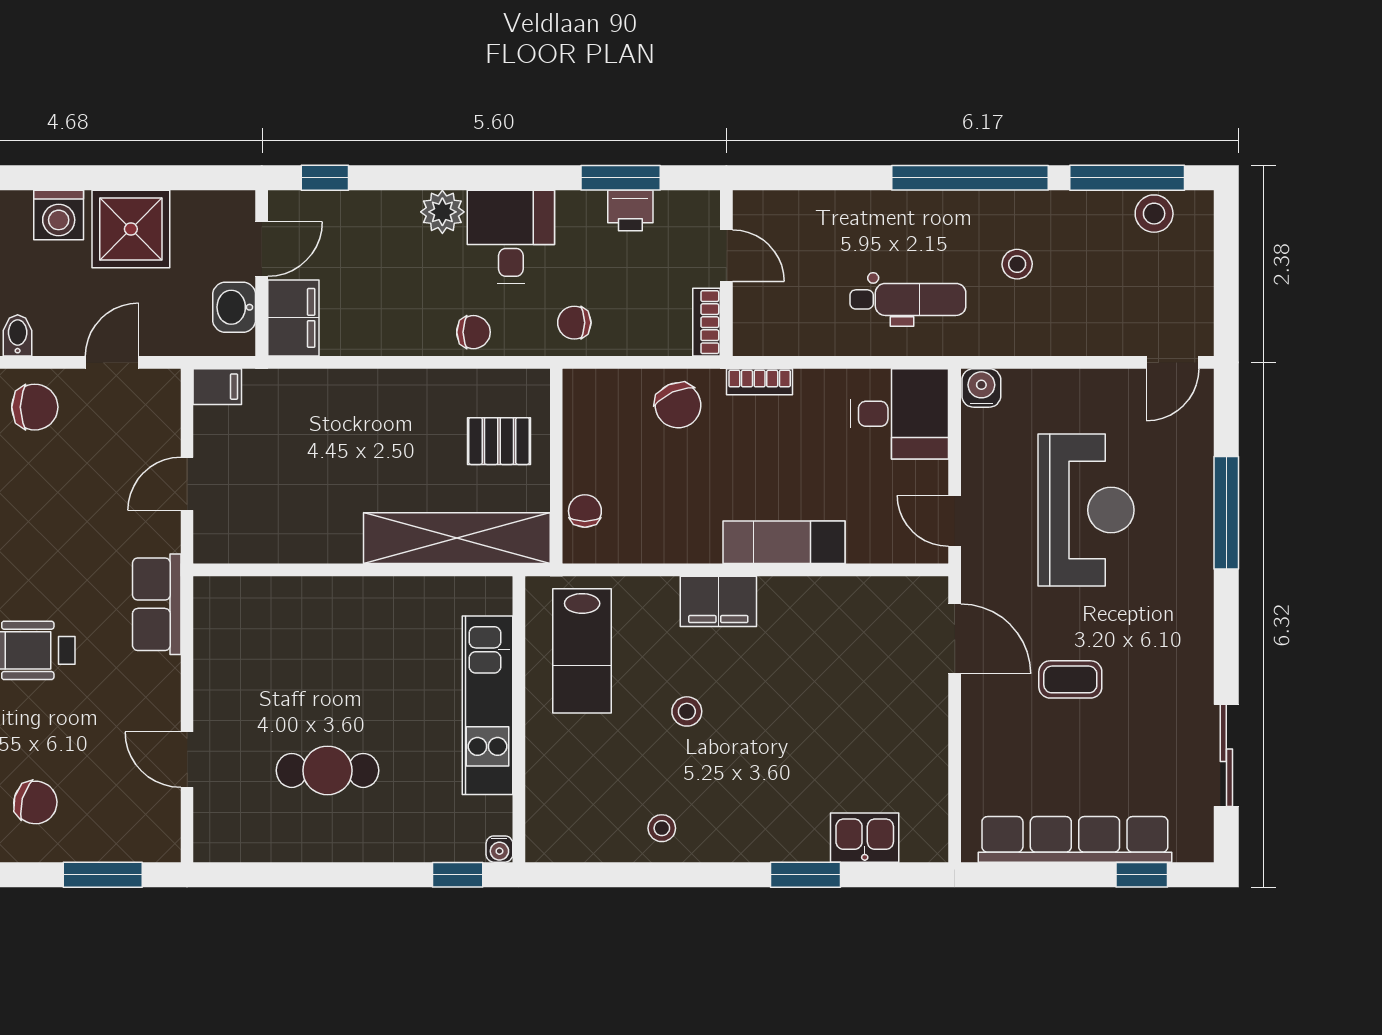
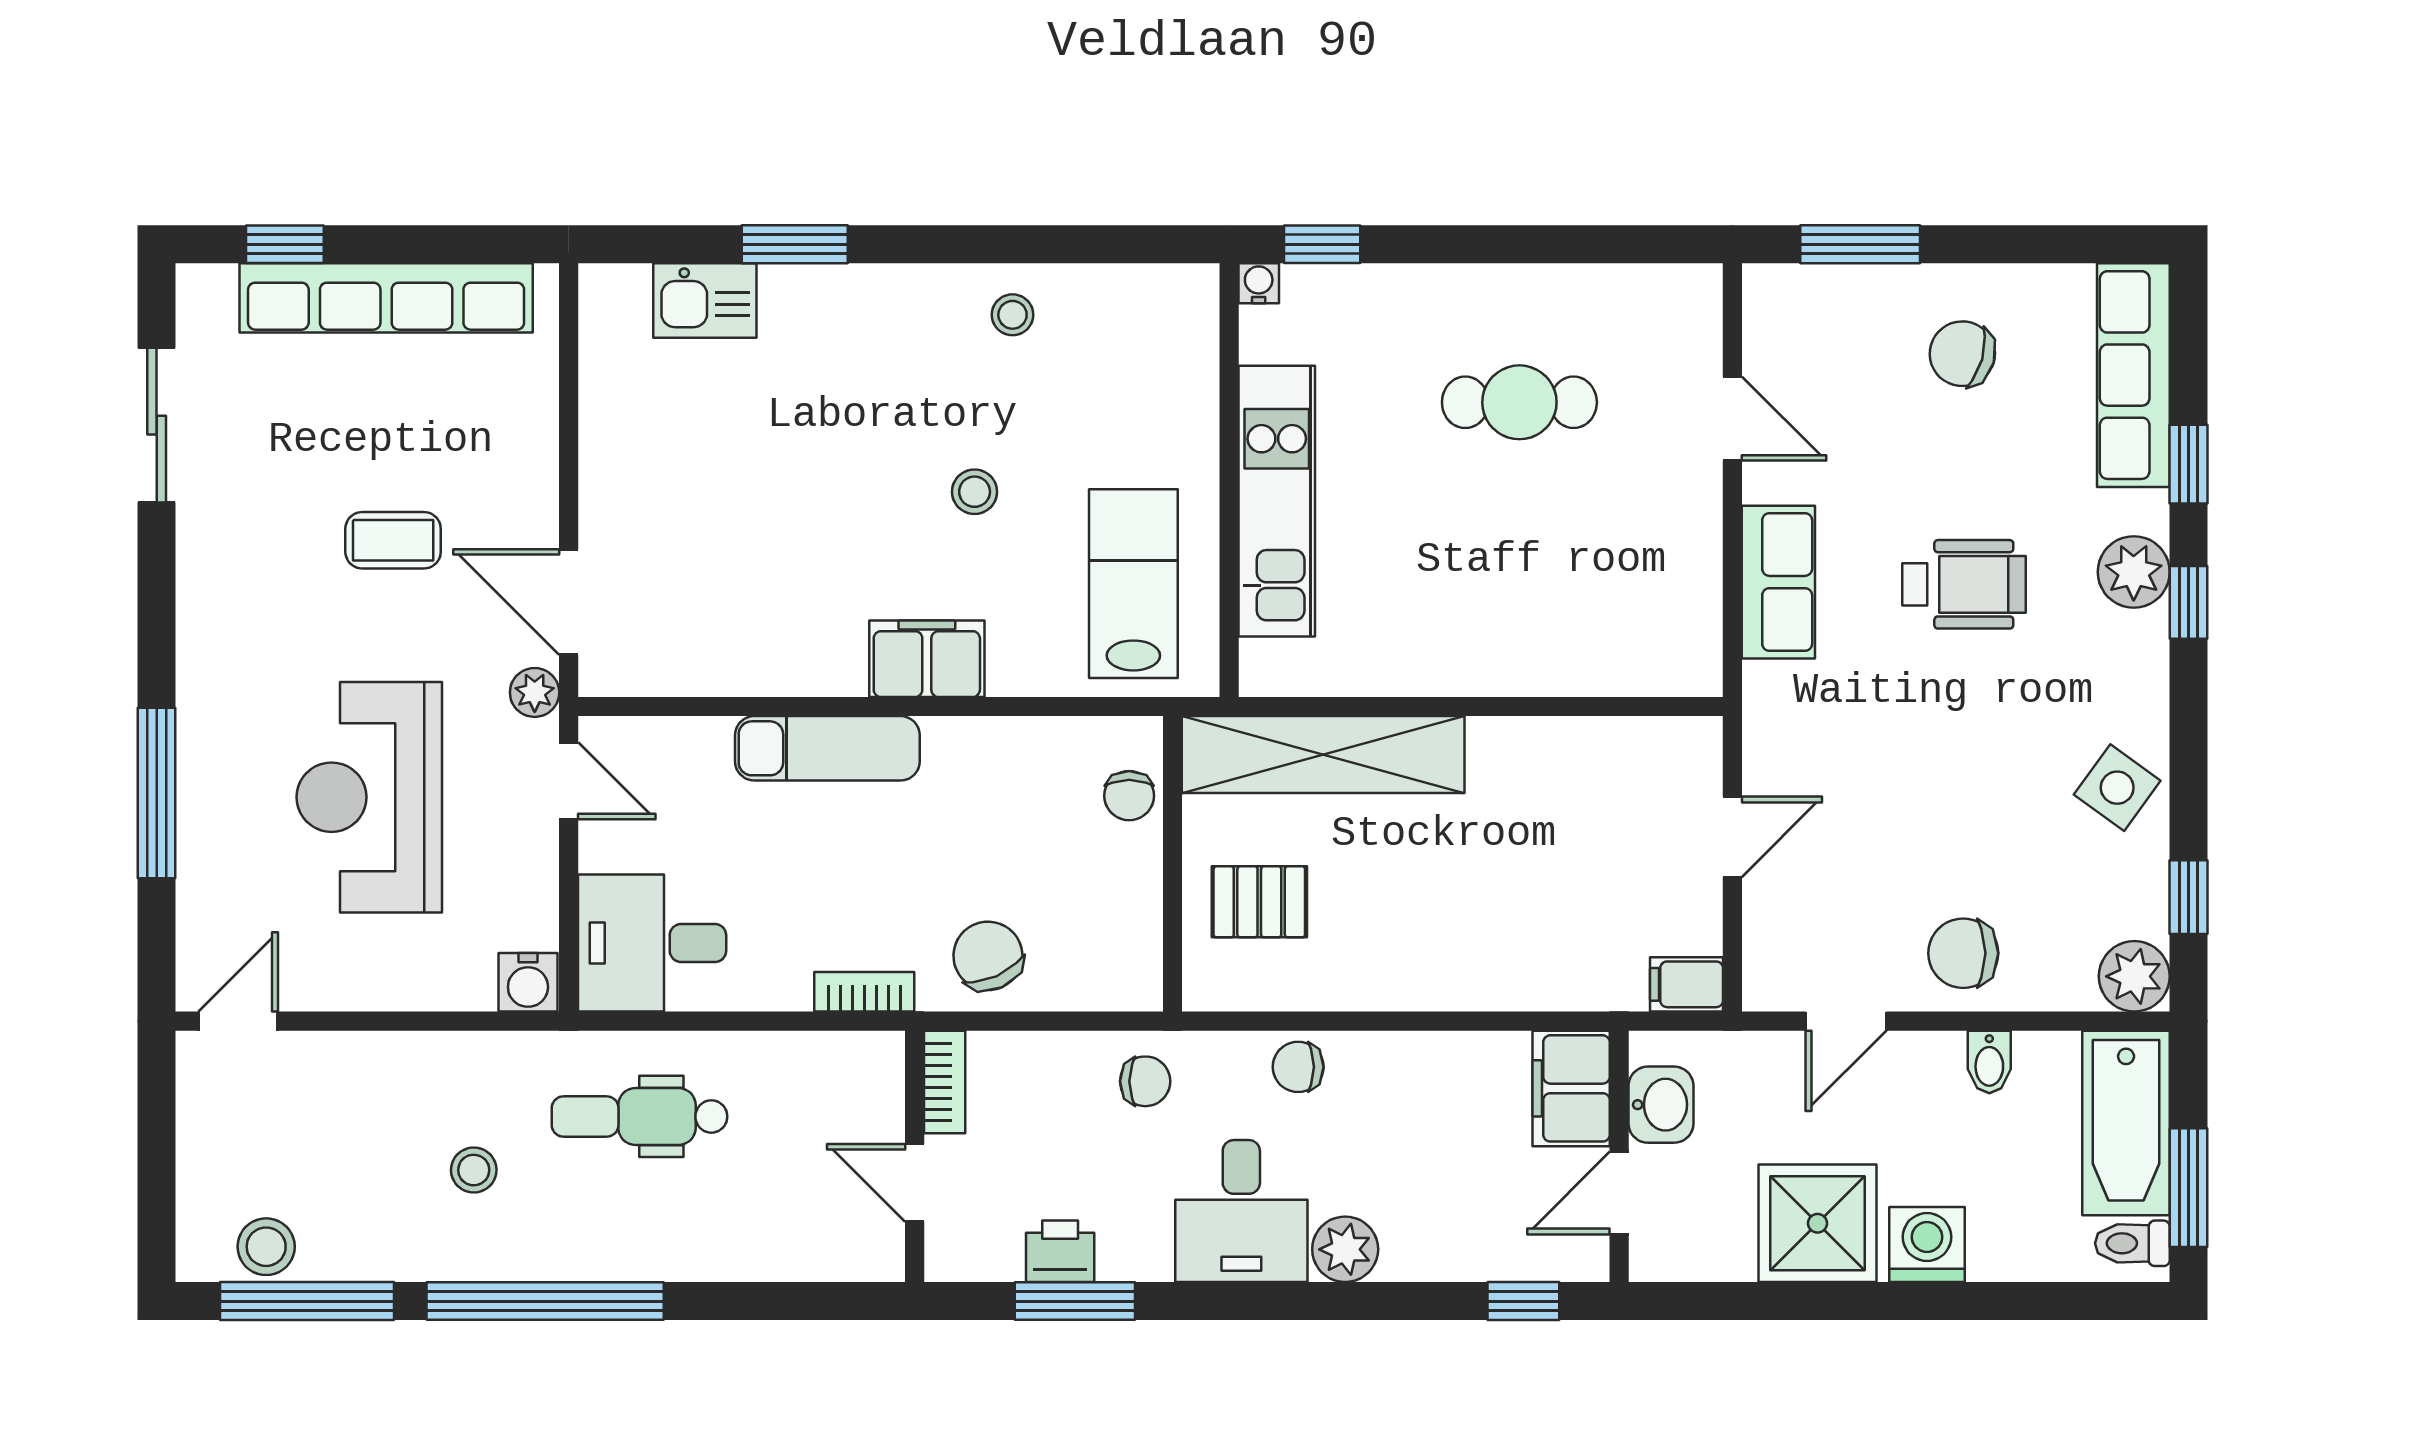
plant: (977, 579) -> (535, 692), added
row of seats: (157, 604) -> (1778, 582), moved

